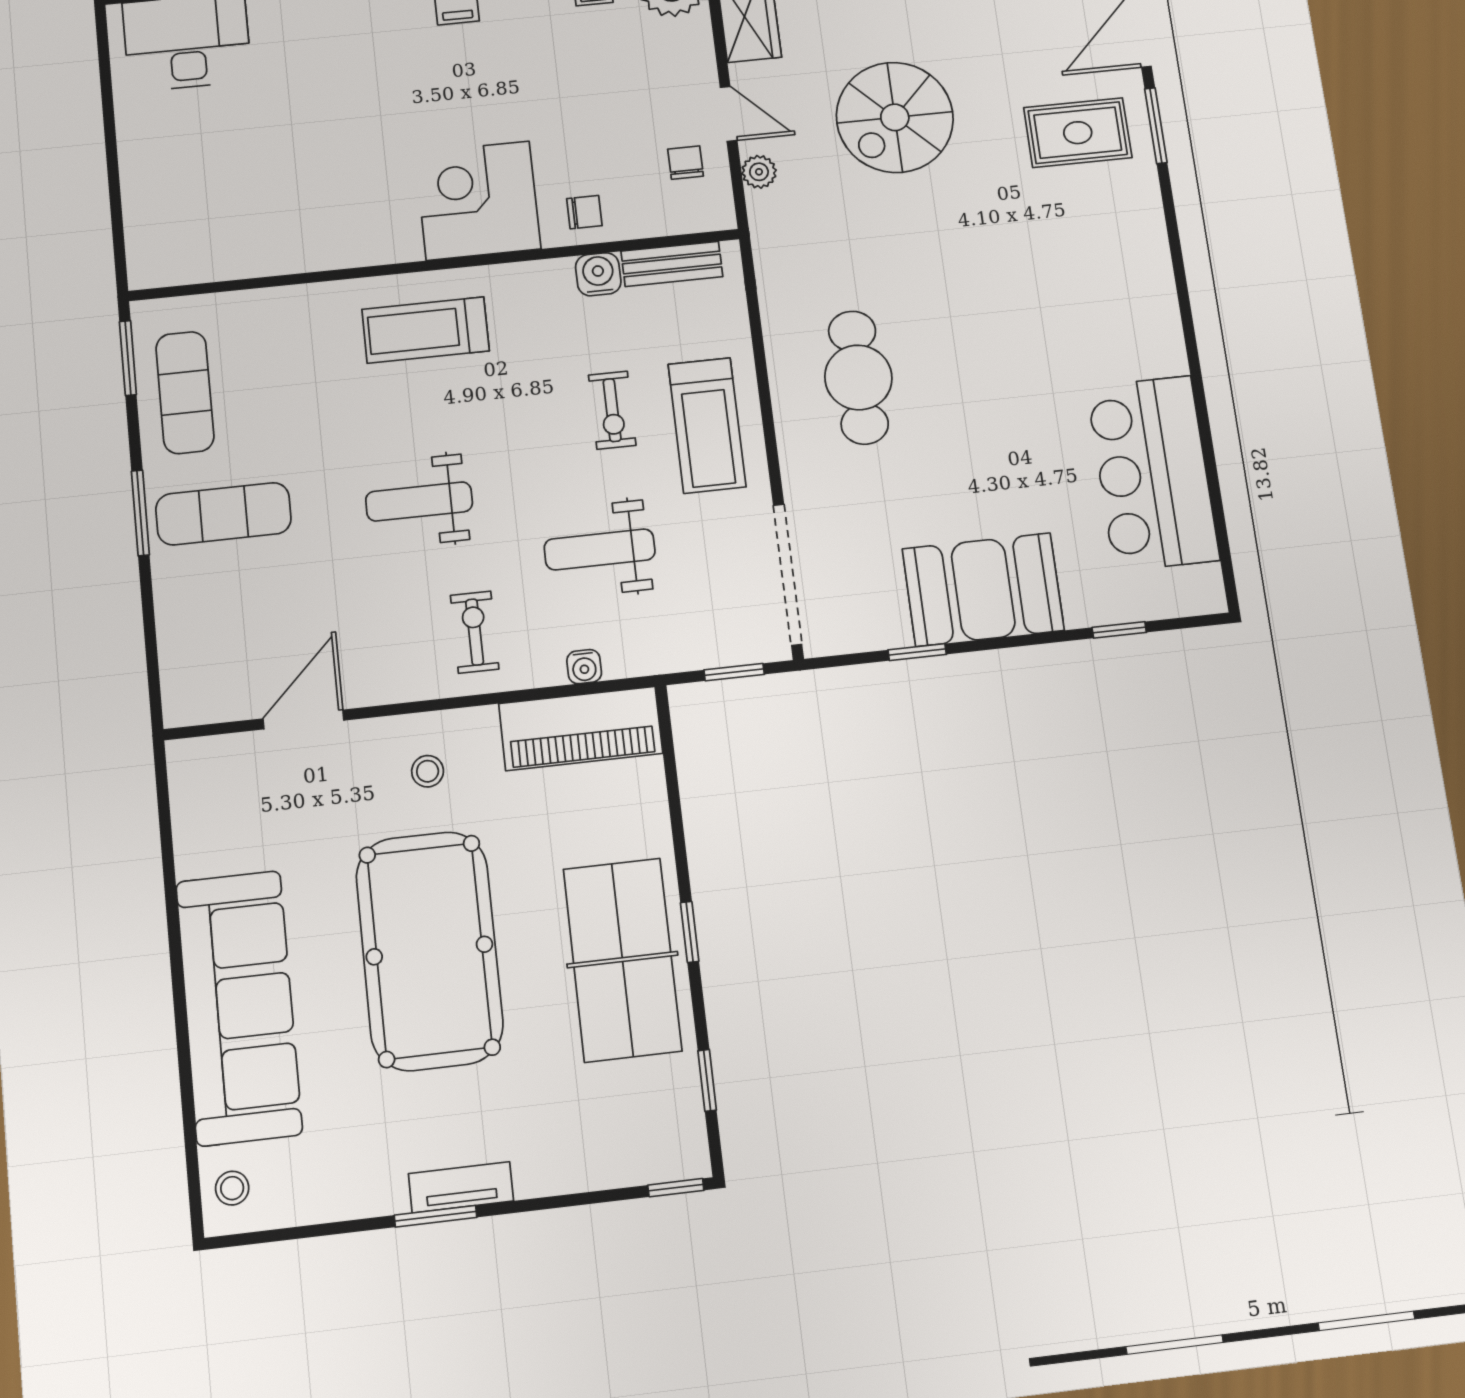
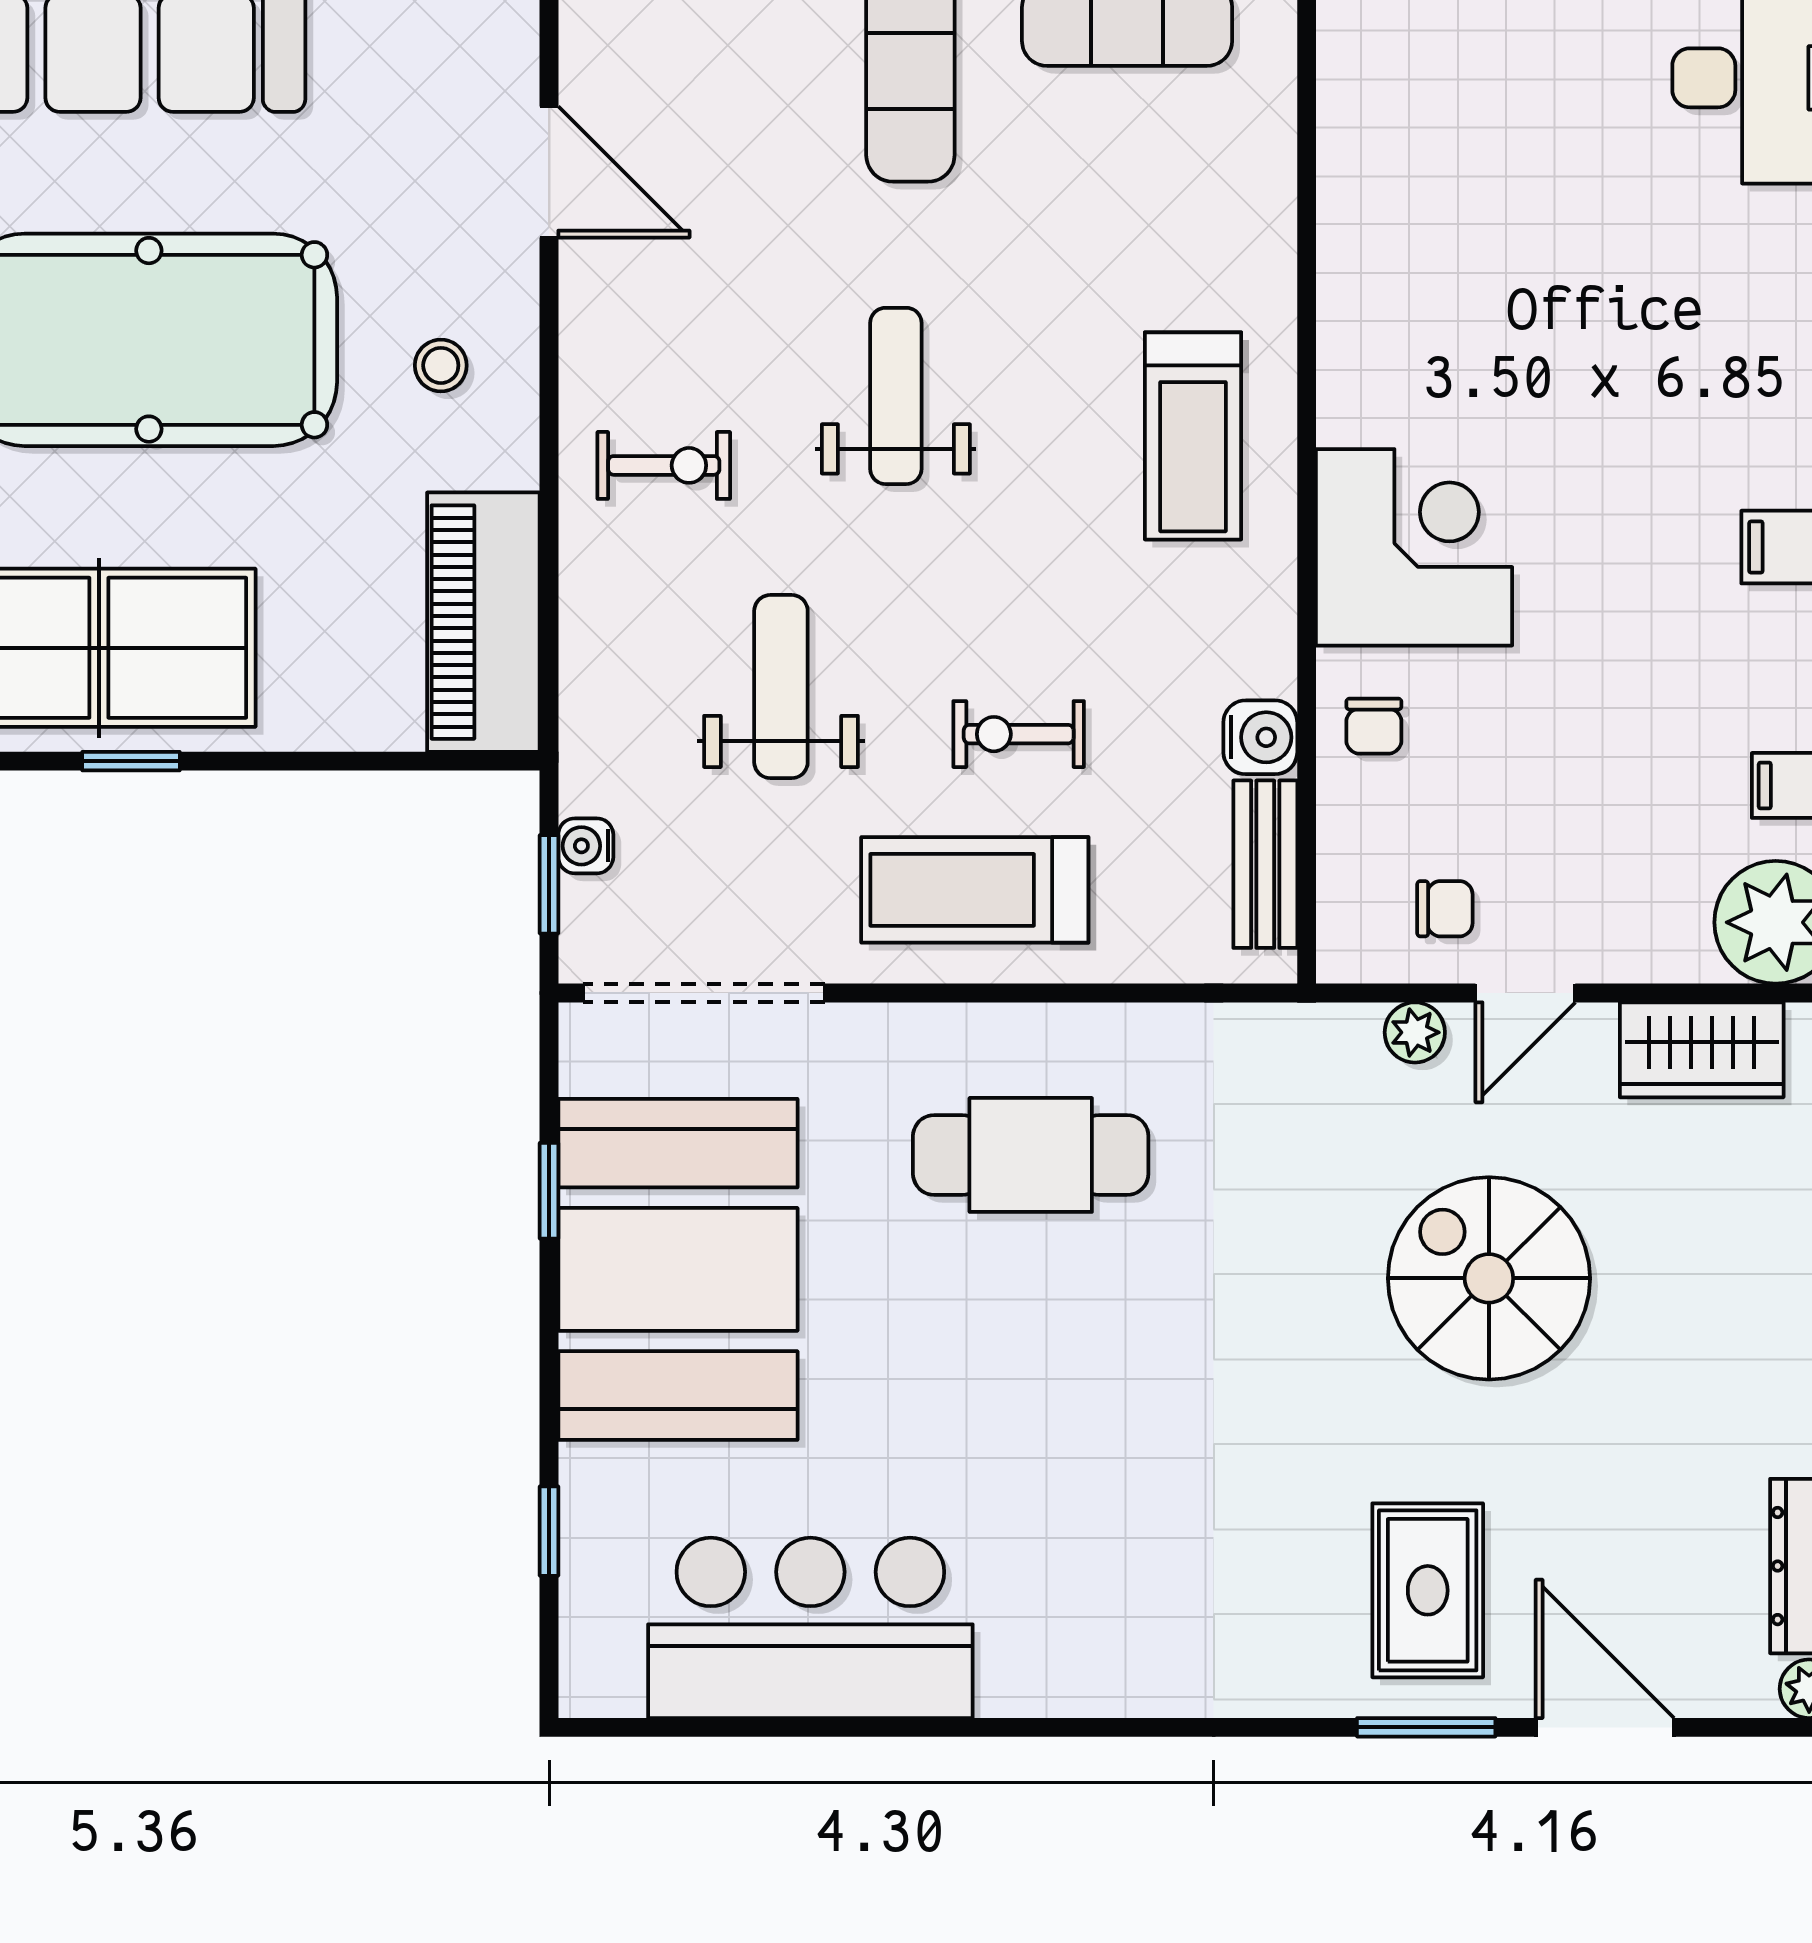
treadmill: (426, 330) -> (1193, 436), turned 180
booth: (983, 590) -> (678, 1269), width x1.36, depth x1.42
water cooler: (584, 667) -> (586, 846), moved

